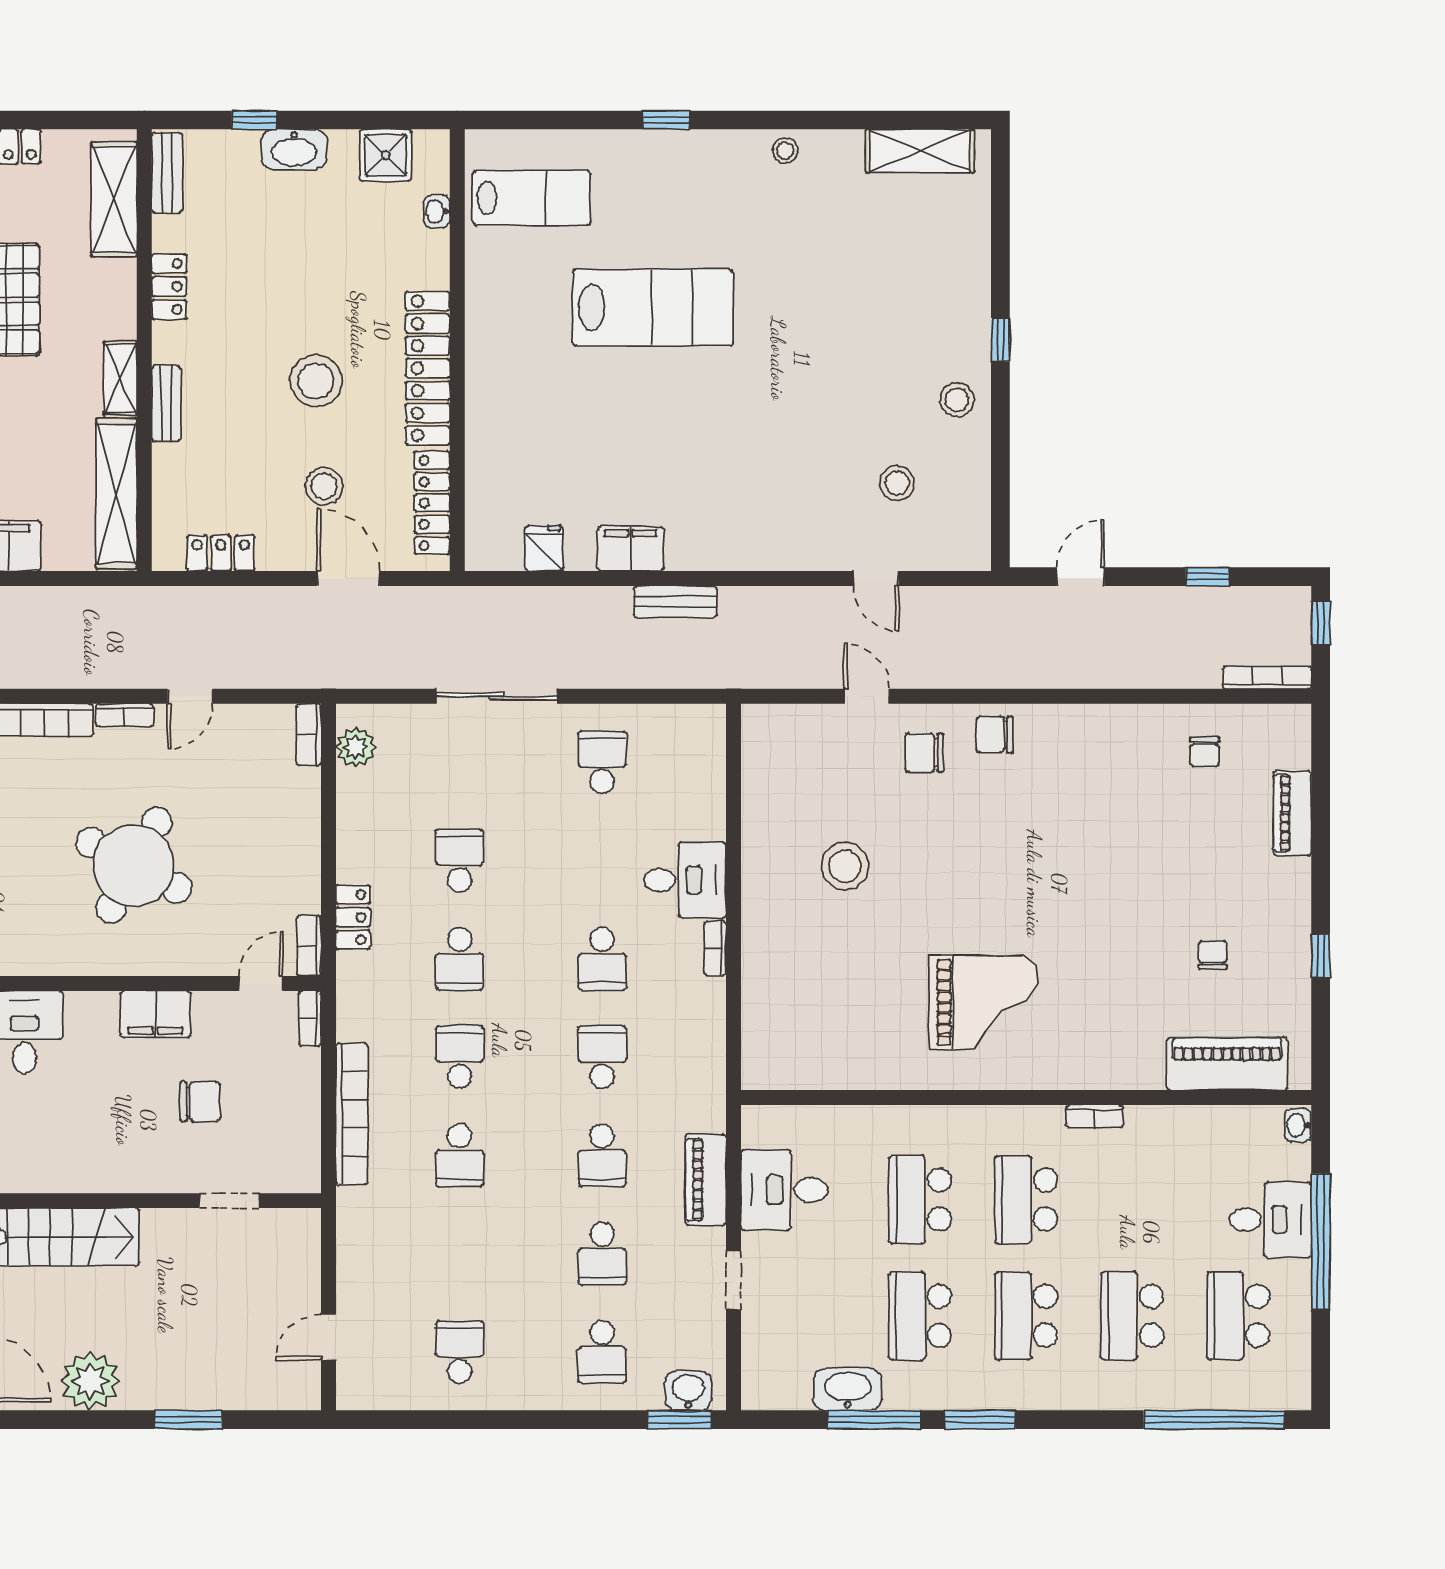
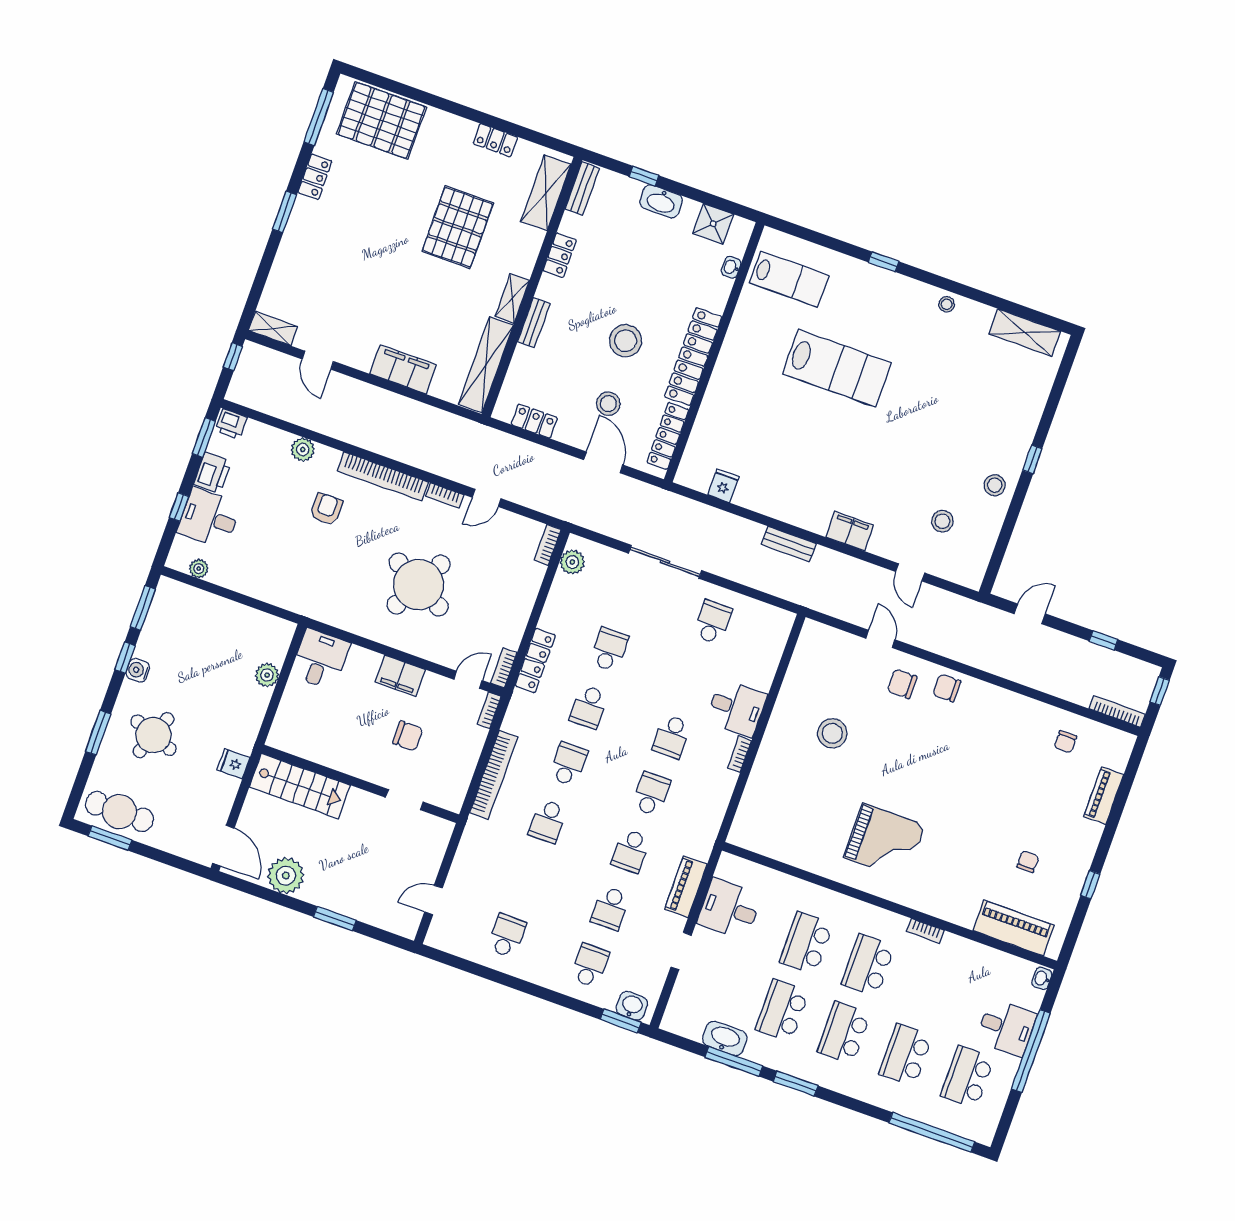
filing cabinet: (631, 549) -> (850, 531), moved
locker: (353, 917) -> (535, 660), width x1.53
school desk: (602, 1352) -> (590, 965), turned 180

